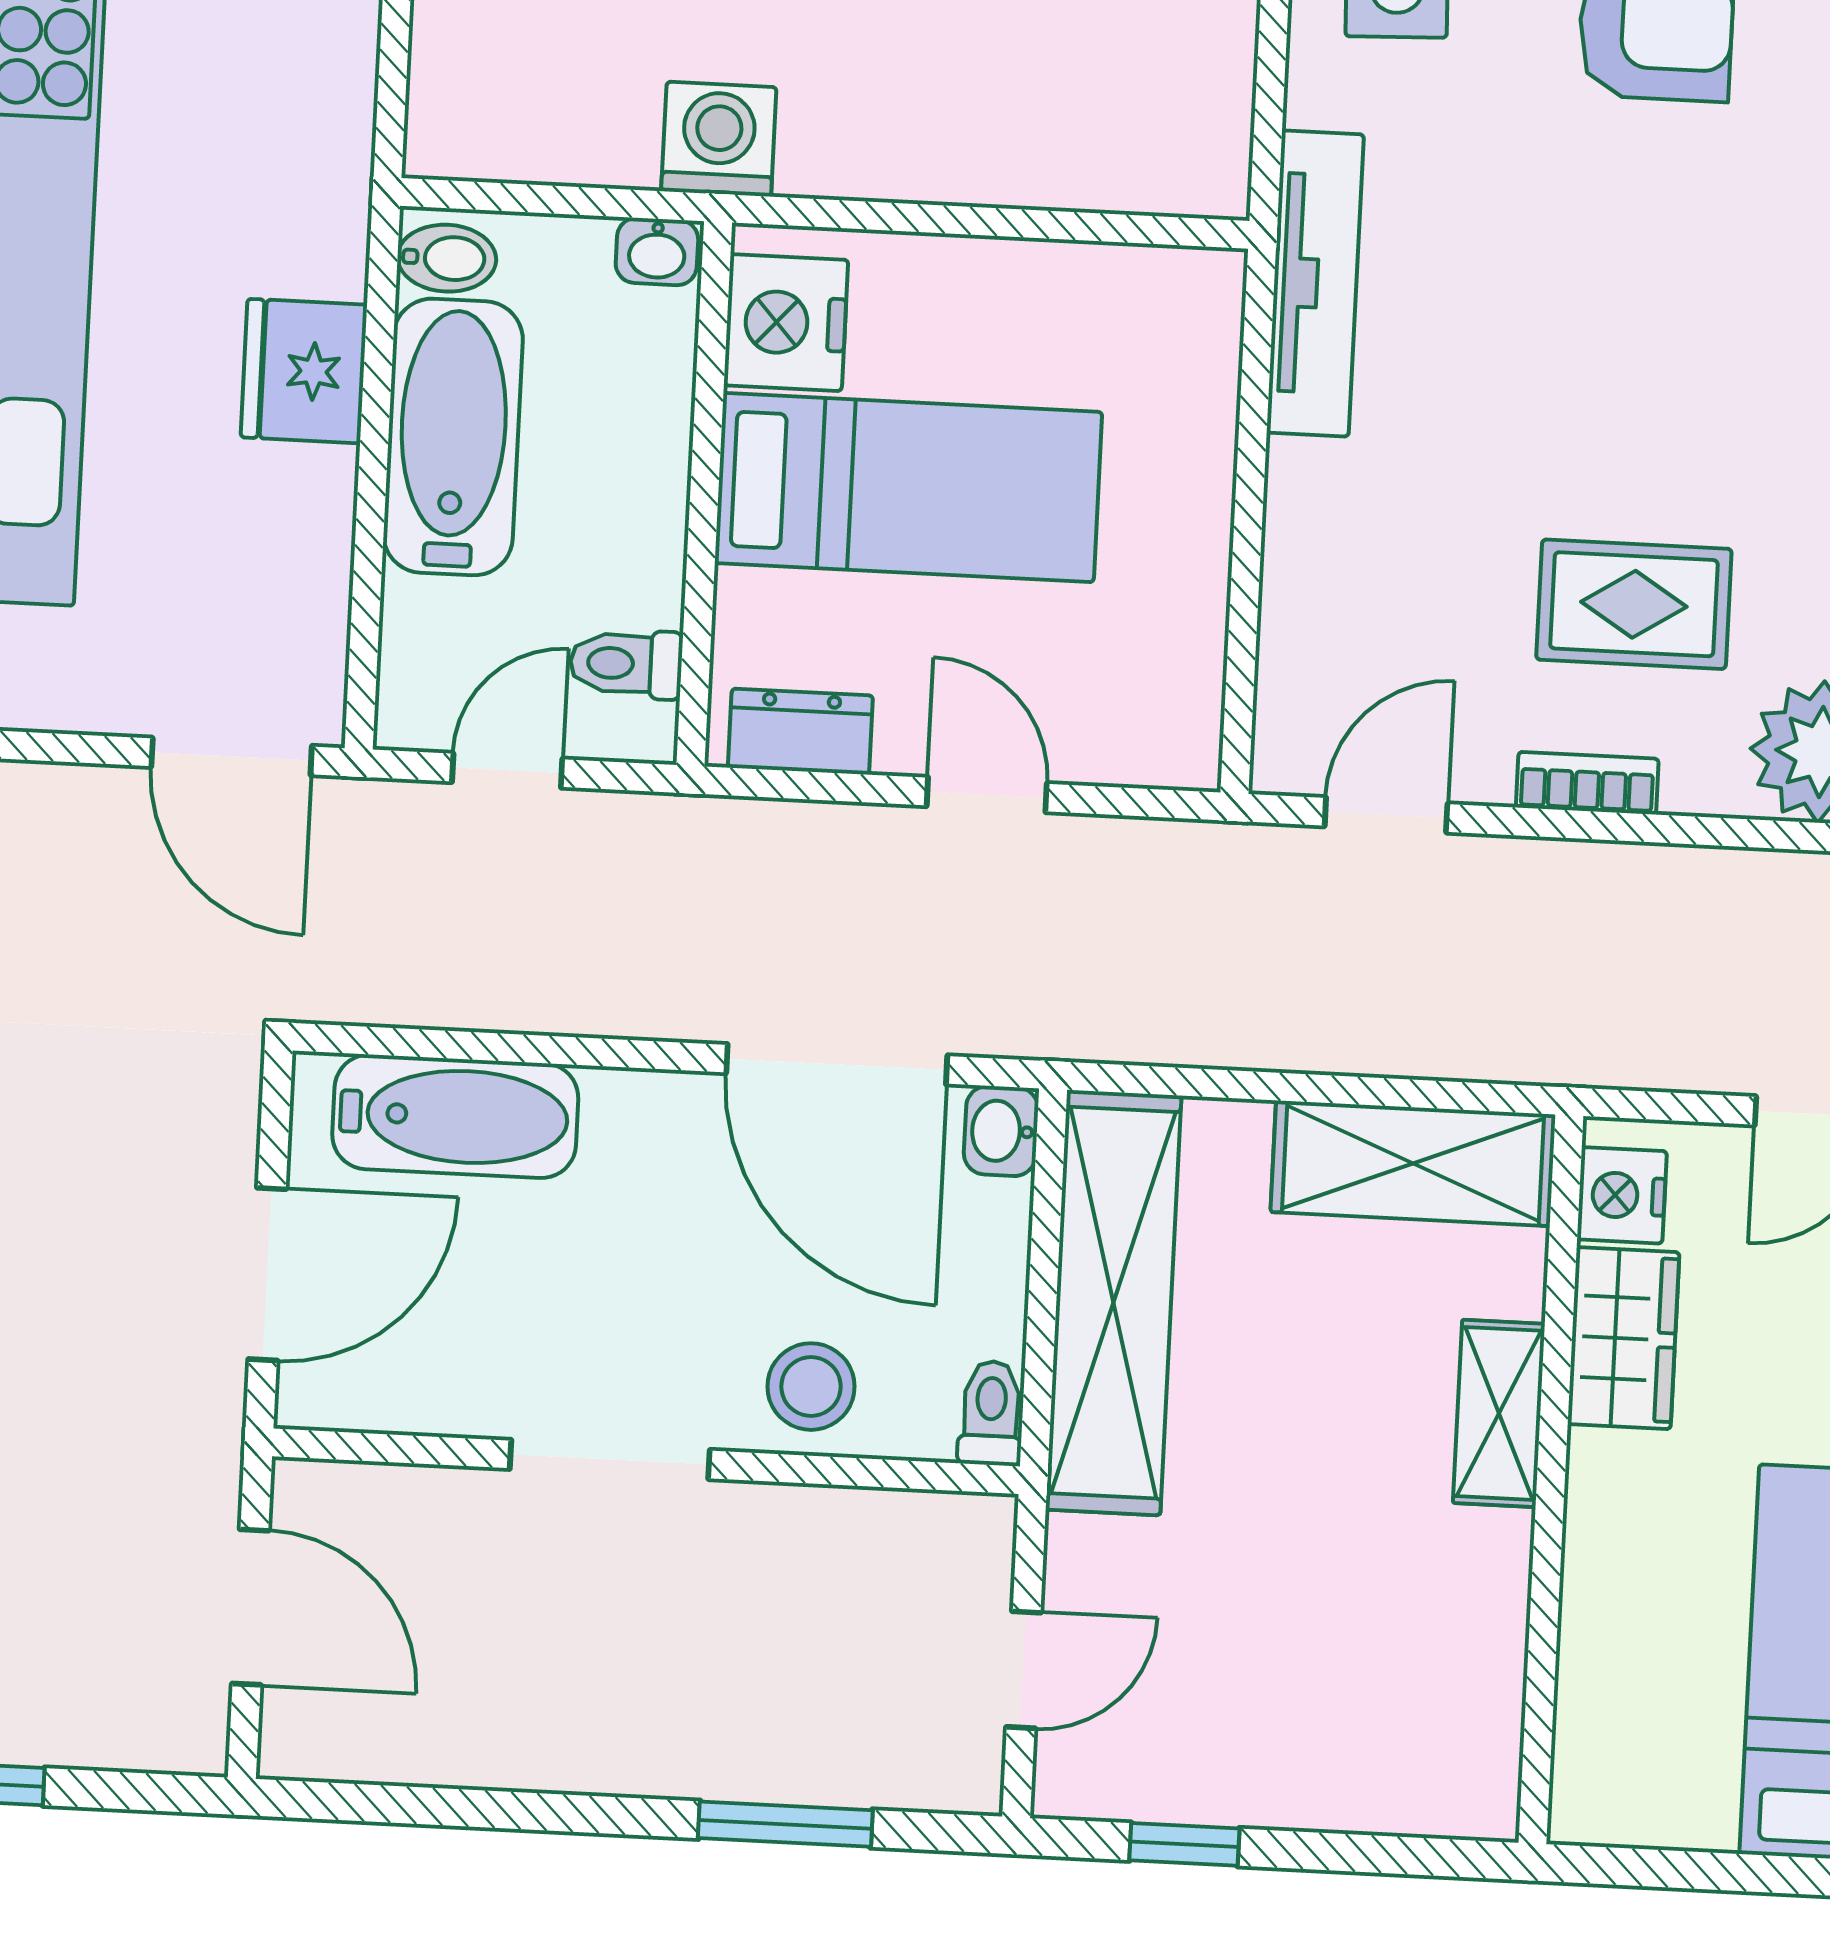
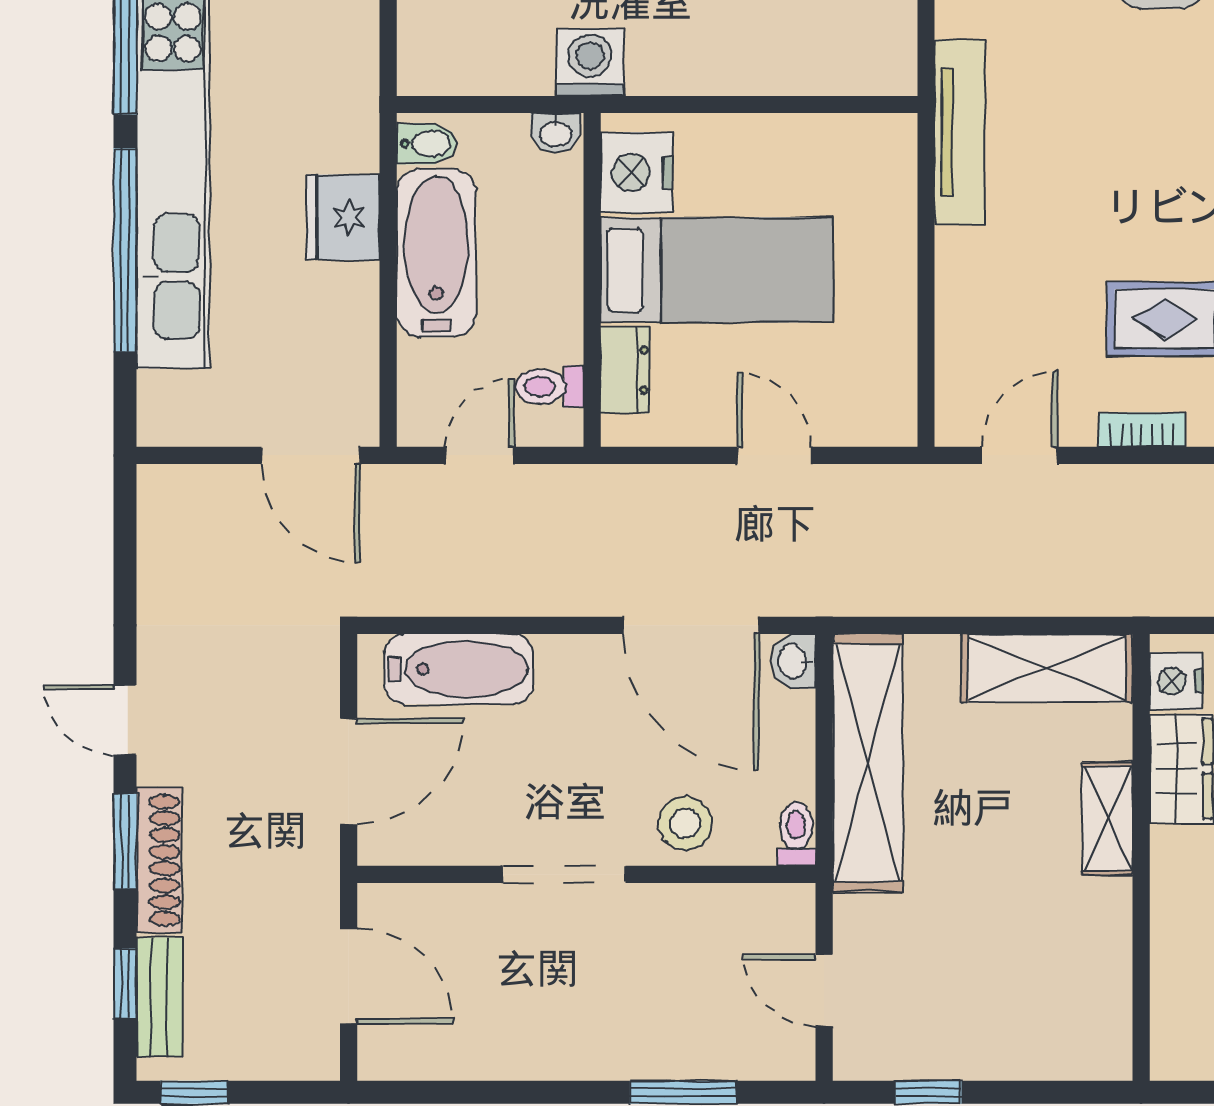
dresser: (800, 732) -> (625, 370), moved, turned 90
door: (1024, 1670) -> (824, 990), swing flipped

